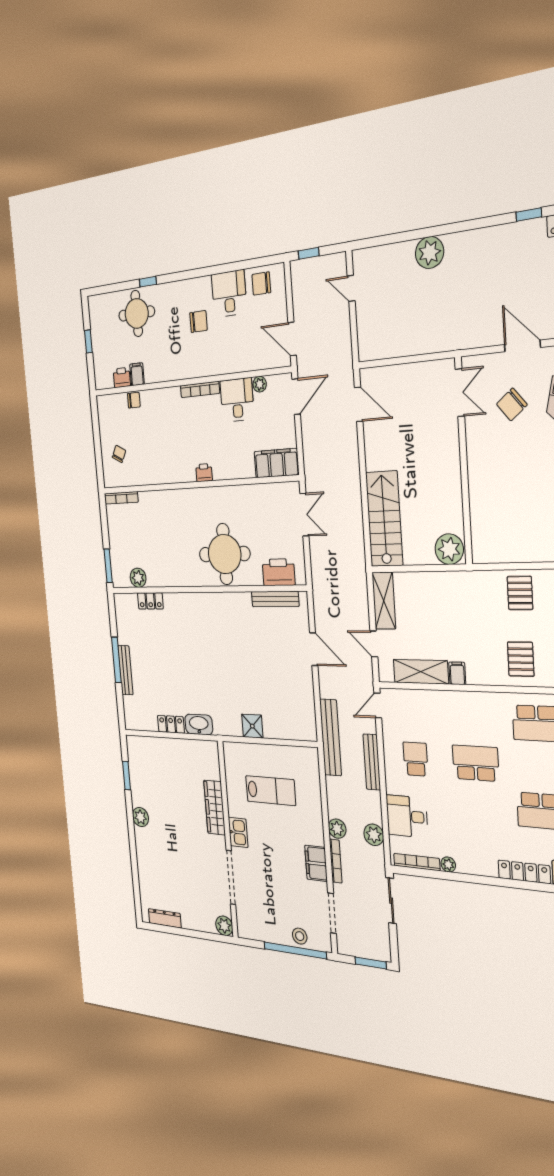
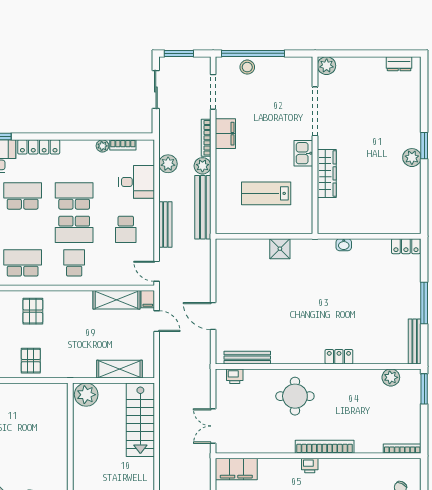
bookcase: (192, 496) -> (325, 447), added
round table: (225, 554) -> (295, 396), width x0.73, depth x0.73
printer: (279, 572) -> (235, 376), width x0.53, depth x0.68
locker: (150, 601) -> (339, 357), moved
shelving: (384, 601) -> (119, 369), moved, turned 90
bench: (125, 670) -> (415, 341), moved
filing cabinet: (457, 673) -> (148, 299), moved
door: (378, 705) -> (157, 271), swing flipped
school desk: (473, 720) -> (74, 263), added
locker: (171, 724) -> (406, 246), moved
washbasin: (199, 724) -> (344, 245), width x0.52, depth x0.69
bench: (330, 737) -> (203, 207), moved
window: (127, 775) -> (424, 146), moved
school desk: (478, 806) -> (74, 196), added
bookcase: (417, 862) -> (123, 145), width x0.64
sliding door: (391, 901) -> (156, 89), moved
dresser: (165, 918) -> (399, 64), width x0.70

